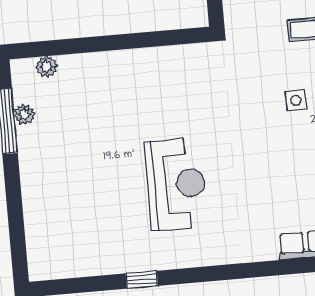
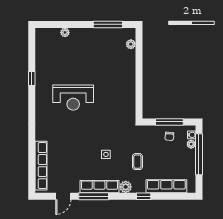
plant: (24, 115) -> (65, 32), moved

